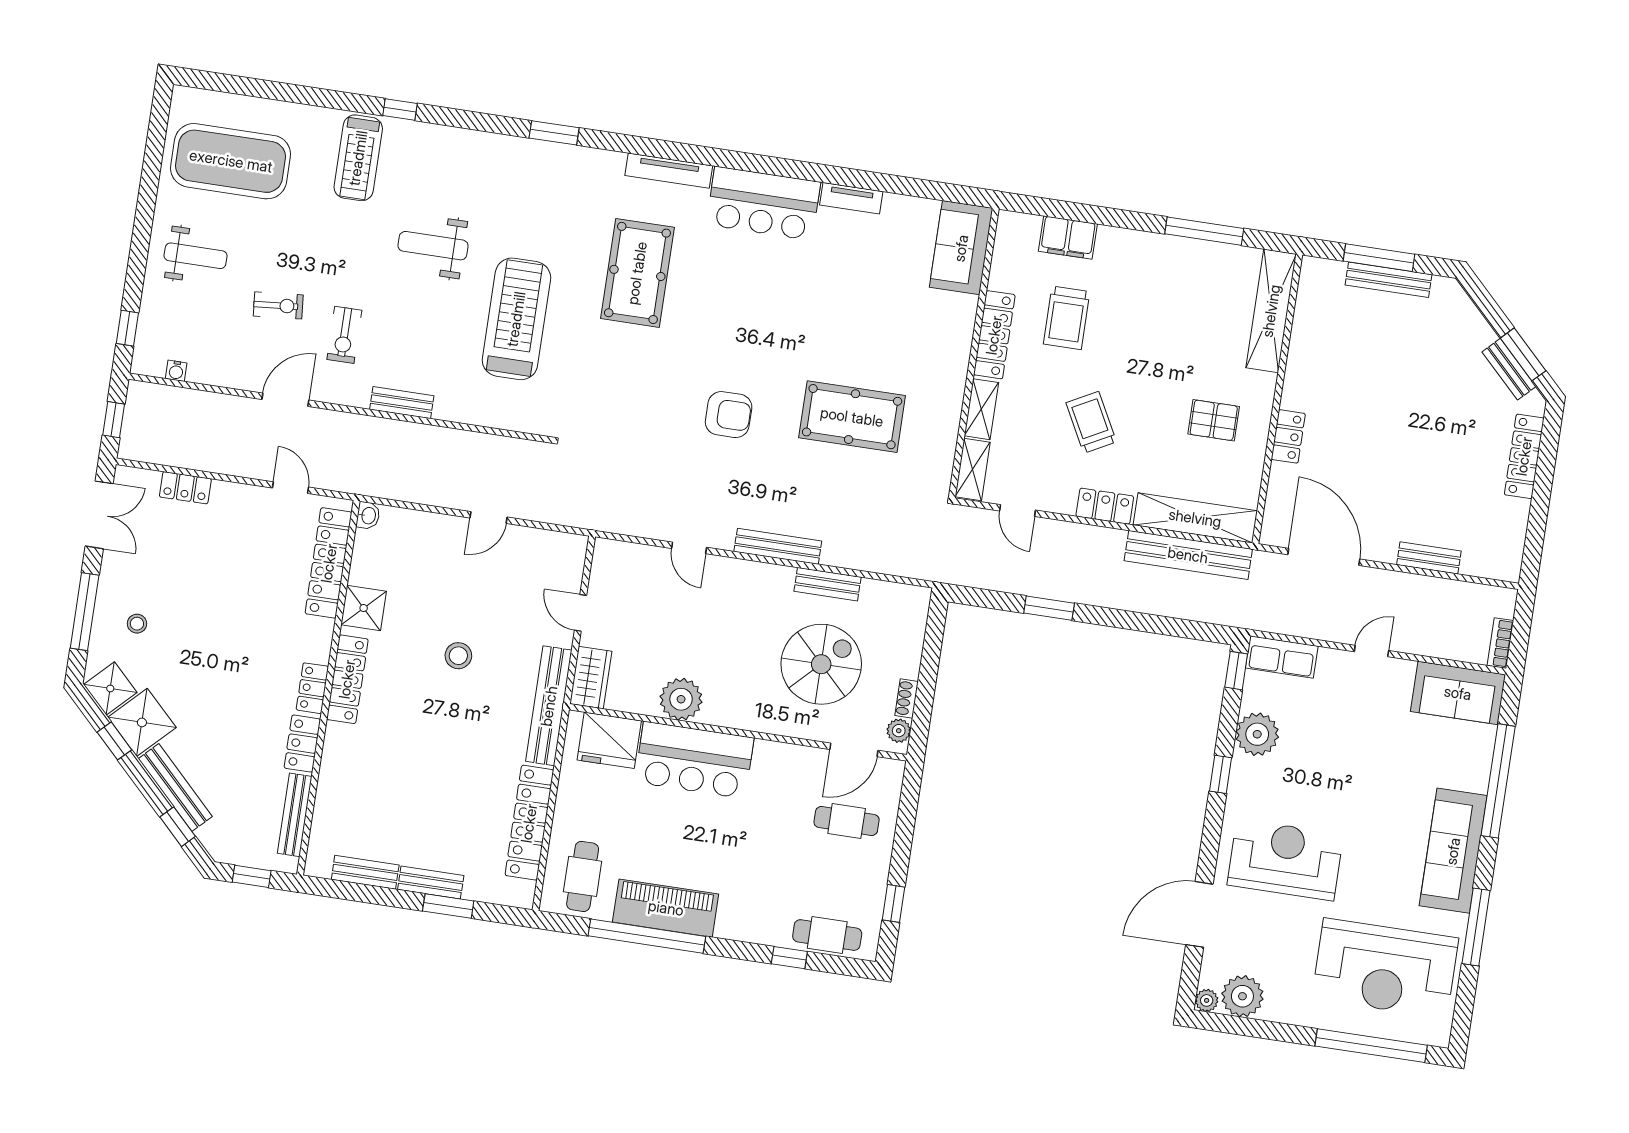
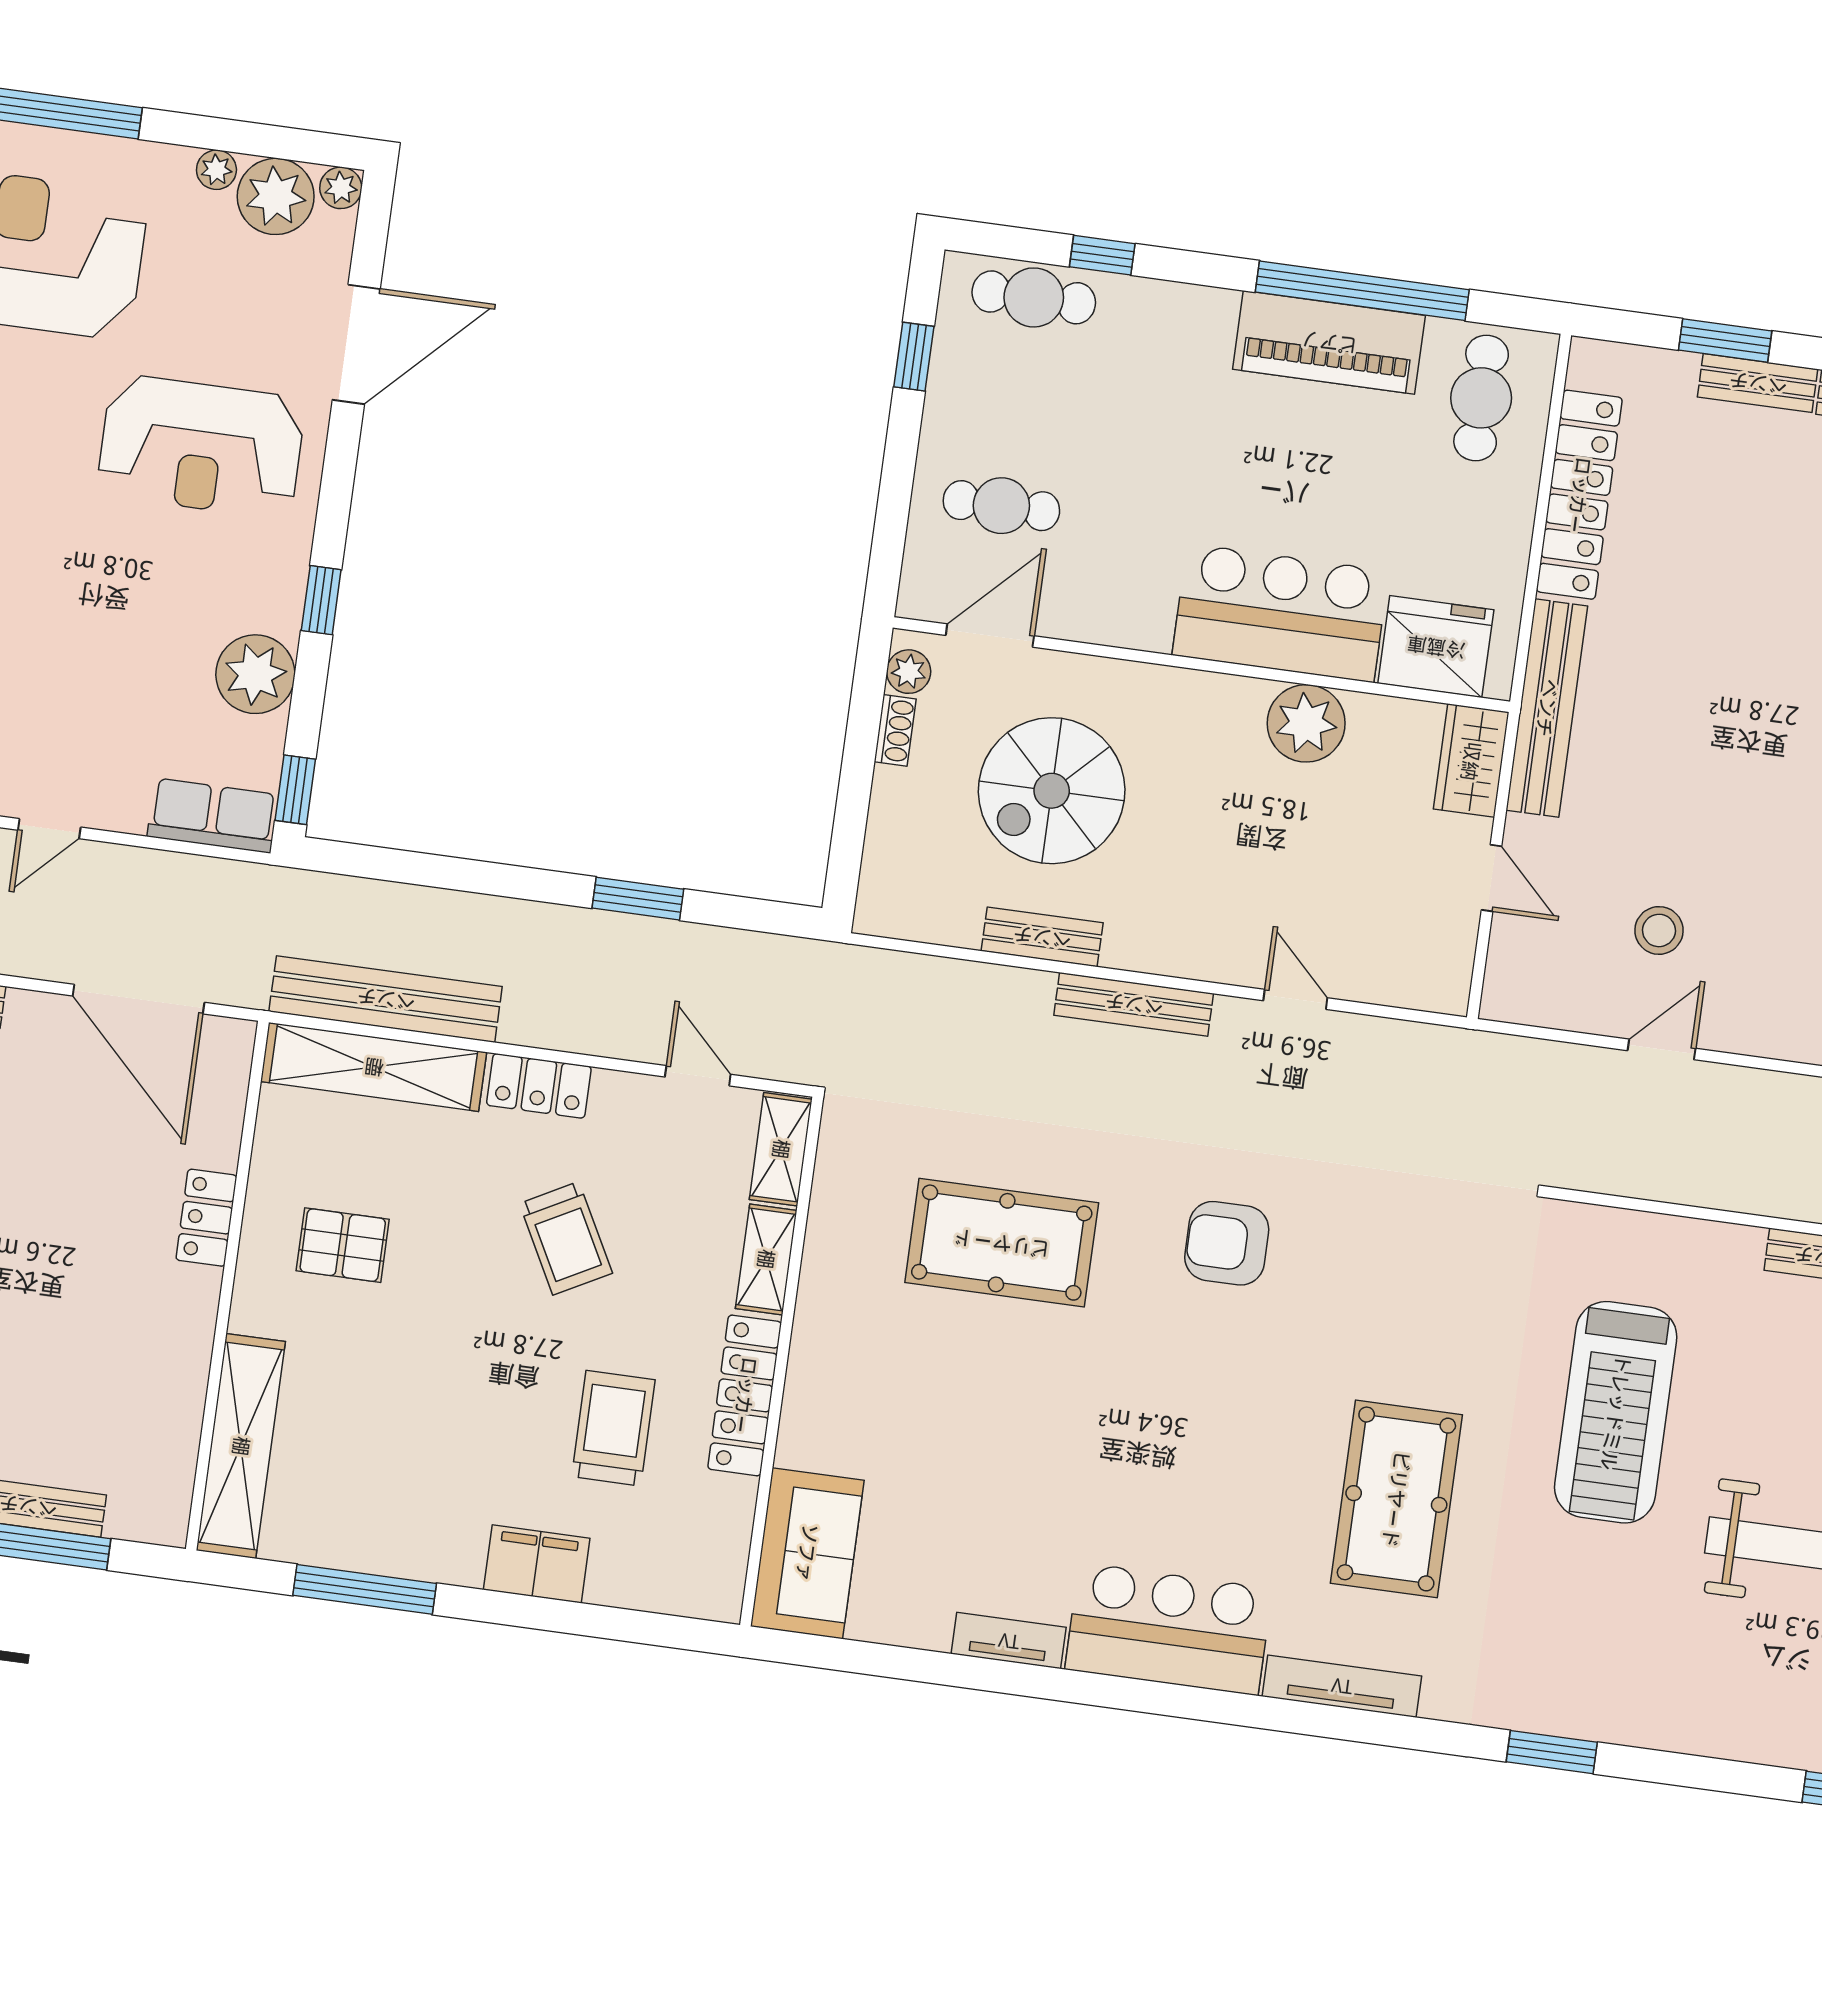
filing cabinet: (1068, 238) -> (537, 1564), moved
stool: (458, 656) -> (1659, 930), moved
plant: (1275, 1011) -> (216, 170), added

